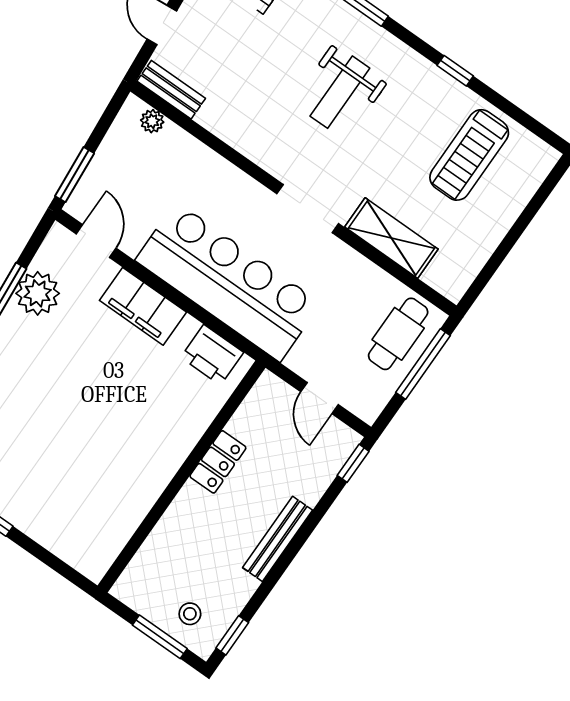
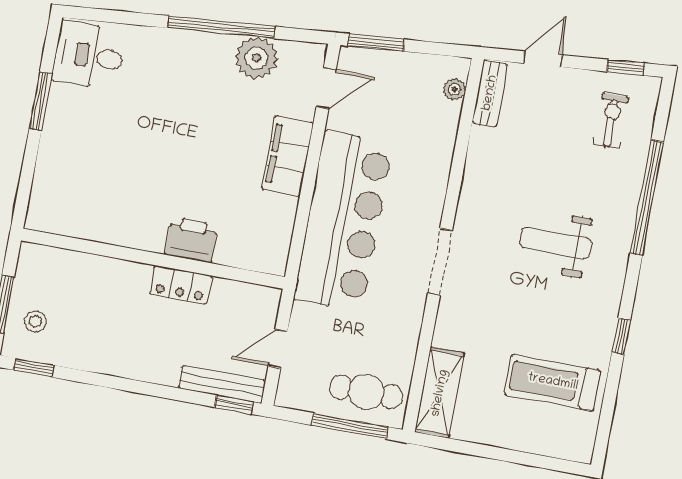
shelving: (391, 238) -> (440, 393), moved
printer: (212, 355) -> (191, 240), moved, turned 90
bench: (278, 539) -> (222, 384), moved

